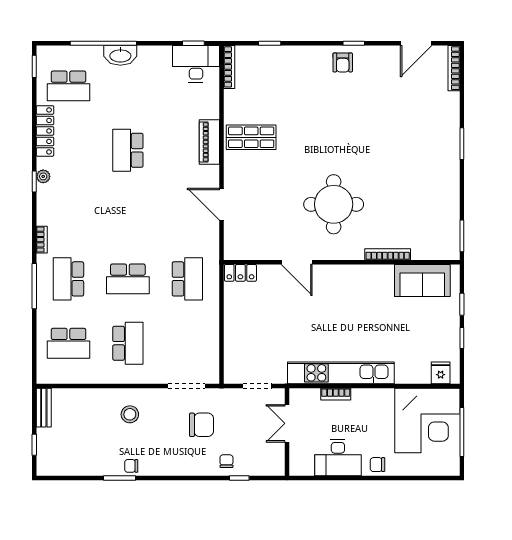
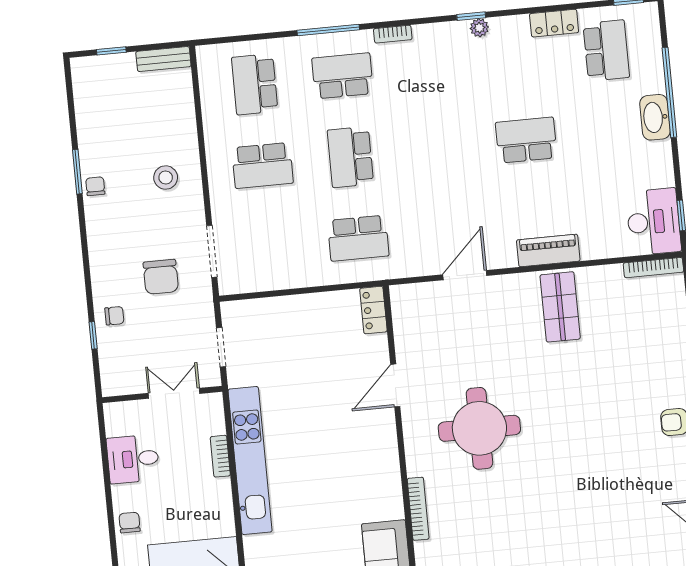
school desk: (68, 86) -> (606, 50), turned 180
locker: (45, 131) -> (554, 23), width x0.66
desk: (338, 458) -> (133, 459), width x0.73

